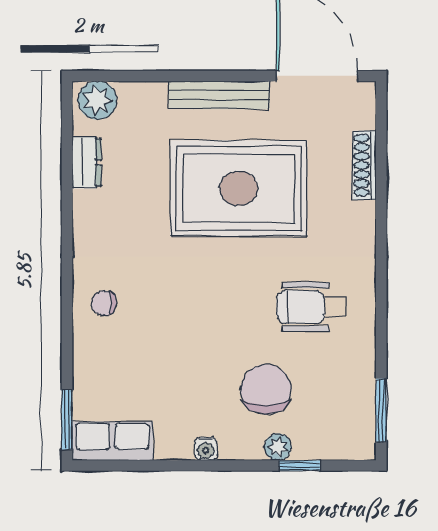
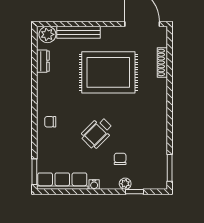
bench: (219, 95) -> (79, 32), moved
wheelchair: (311, 307) -> (97, 133), moved, turned -45
chair: (266, 389) -> (120, 159), width x0.54, depth x0.54
row of seats: (112, 441) -> (62, 181), width x1.48

